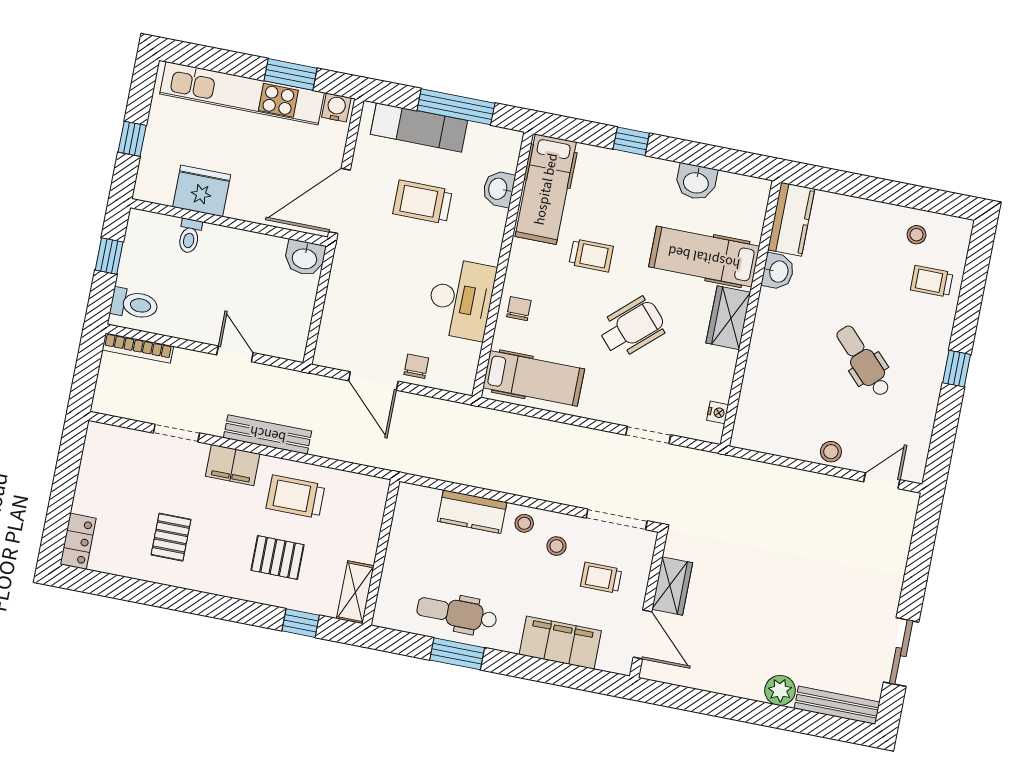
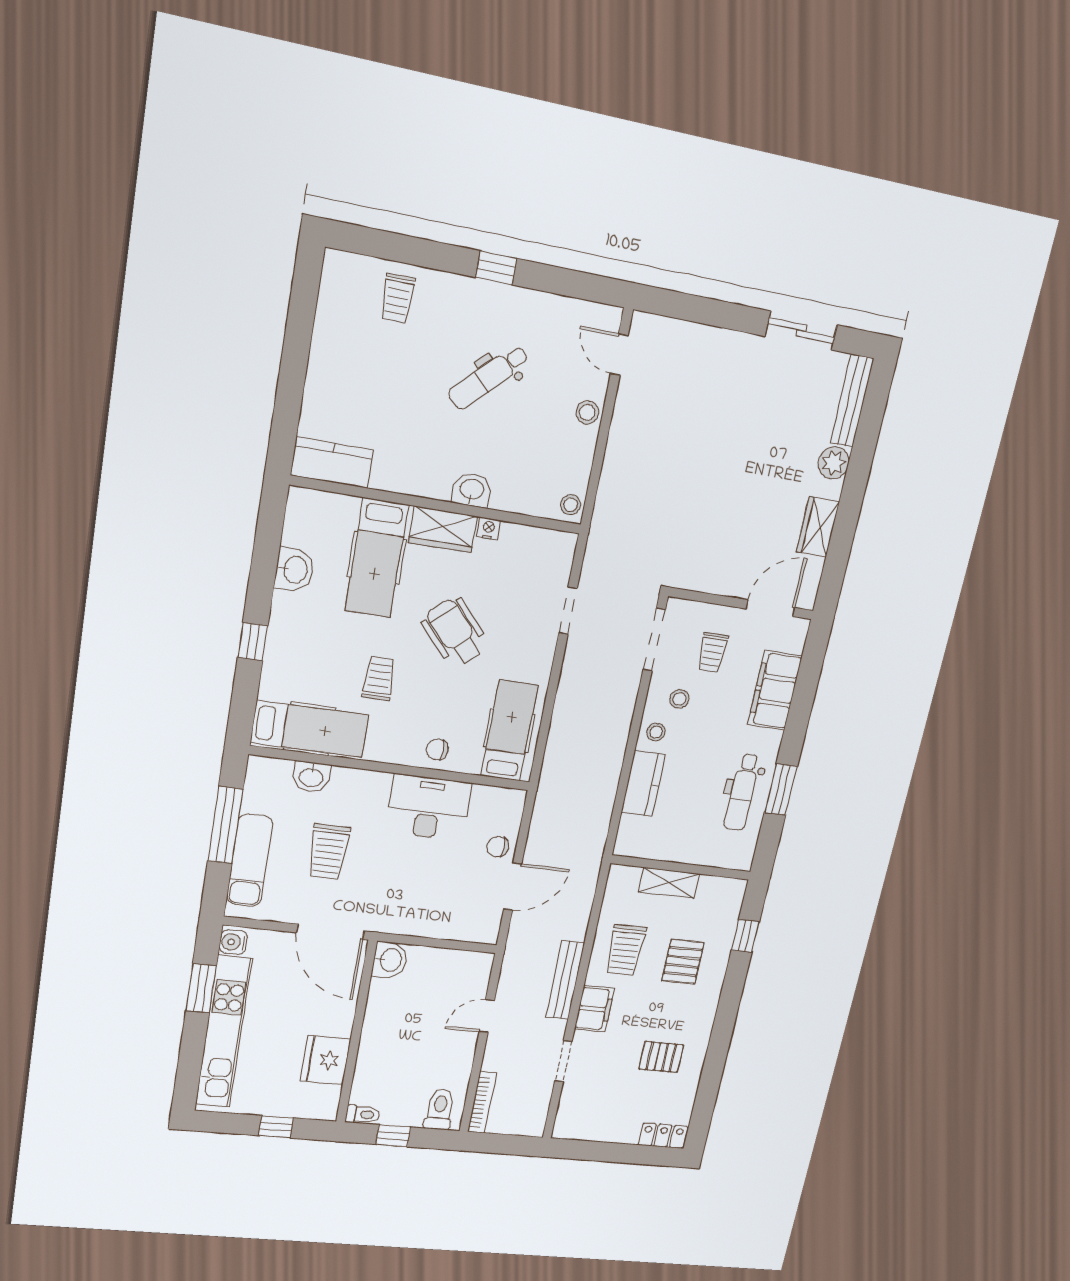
stool: (917, 235) -> (571, 505), moved
toilet: (190, 236) -> (363, 1114), moved
washbasin: (778, 271) -> (472, 490), moved
nightstand: (718, 412) -> (488, 529), moved
wardrobe: (672, 586) -> (818, 527), moved, turned -90
shelving: (355, 592) -> (669, 883), moved

